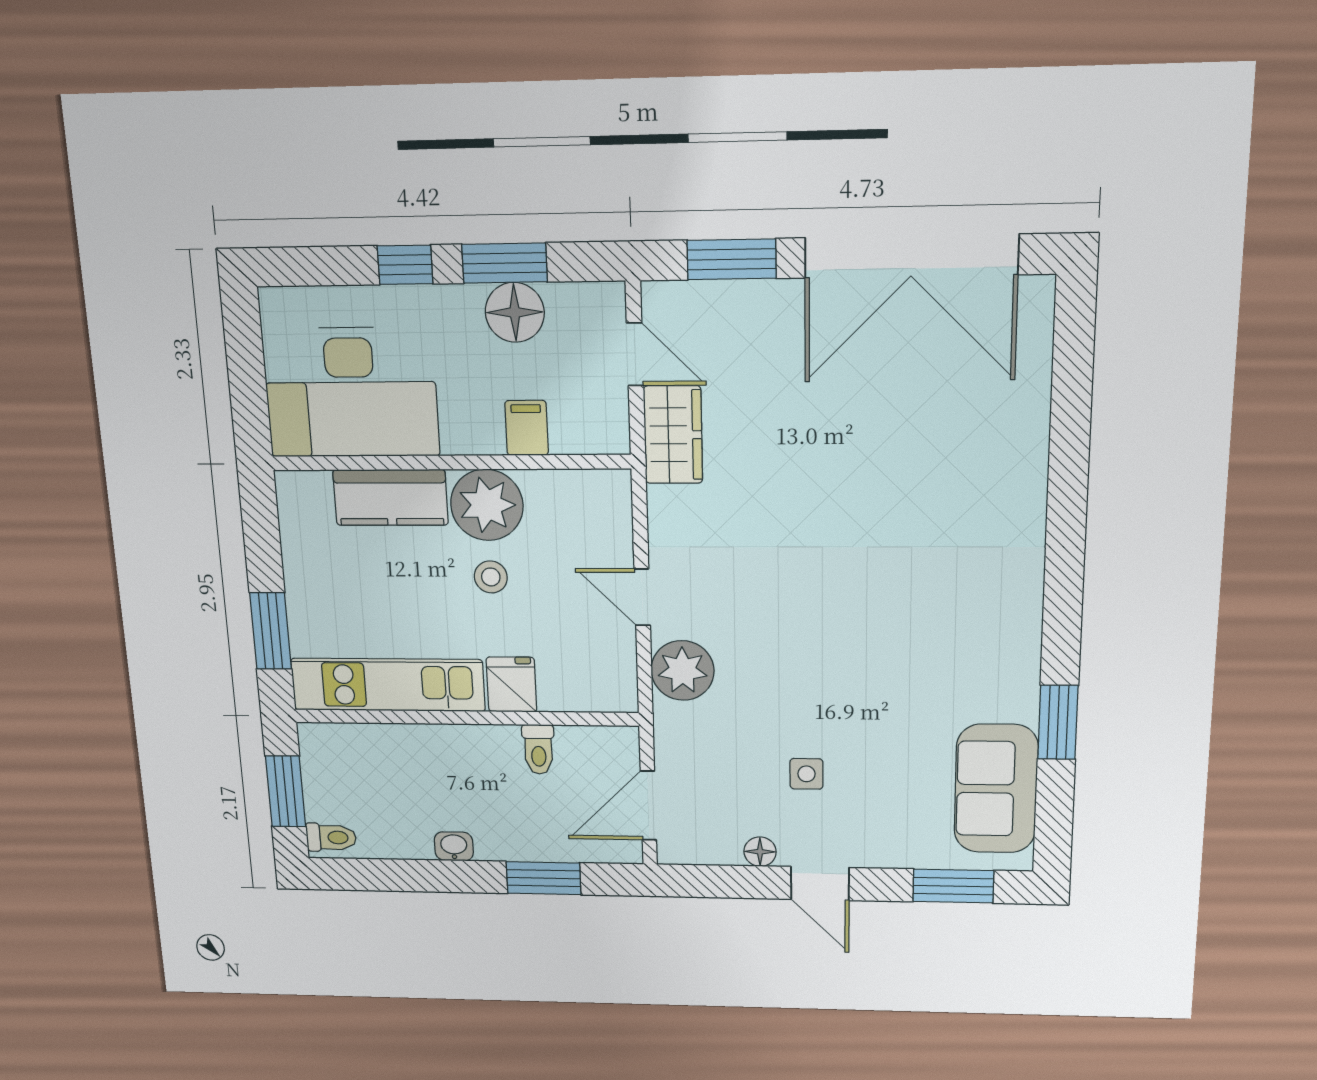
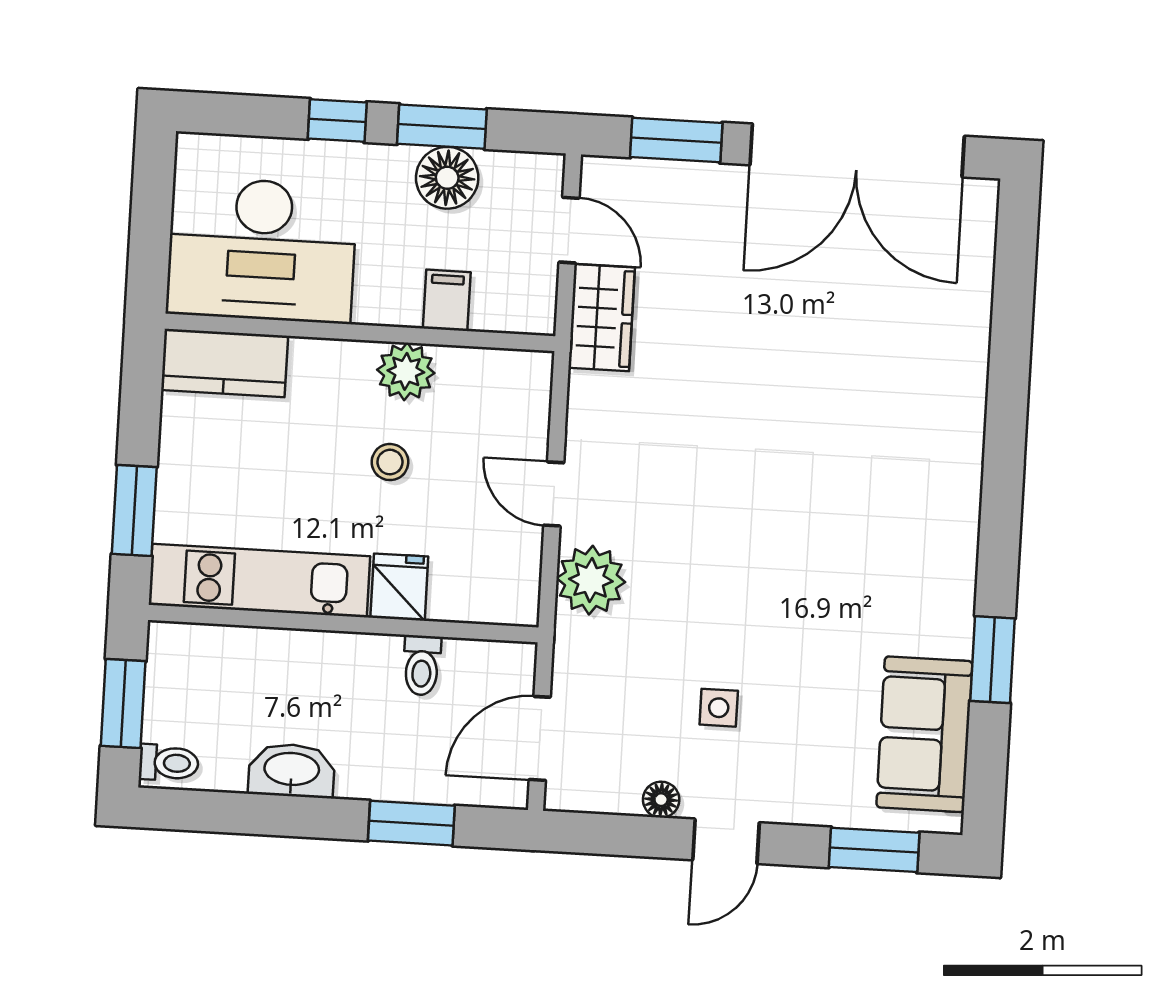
kitchen counter: (391, 497) -> (225, 363), moved
plant: (487, 505) -> (406, 371), width x0.73, depth x0.73
washbasin: (454, 846) -> (292, 770), width x1.91, depth x1.45
door: (820, 884) -> (726, 841), hinge flipped

